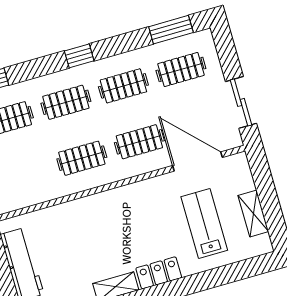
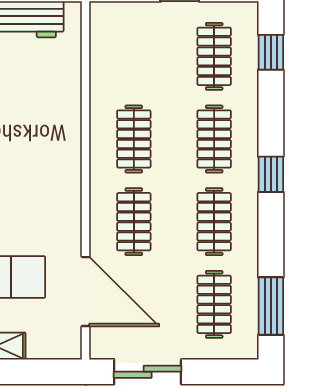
door: (197, 161) -> (86, 291), hinge flipped

